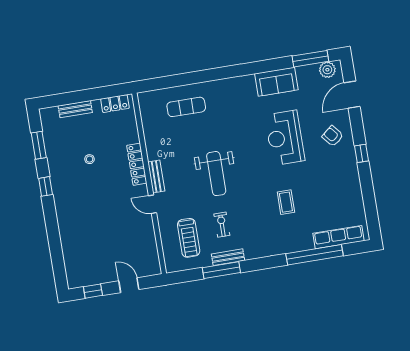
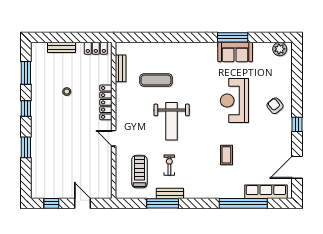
window: (310, 59) -> (233, 37), moved
door: (352, 95) -> (297, 167), moved
exercise mat: (186, 107) -> (156, 80), moved
bench: (156, 177) -> (121, 68), moved
window: (53, 231) -> (26, 147), added
treadmill: (189, 238) -> (139, 172), turned 180

